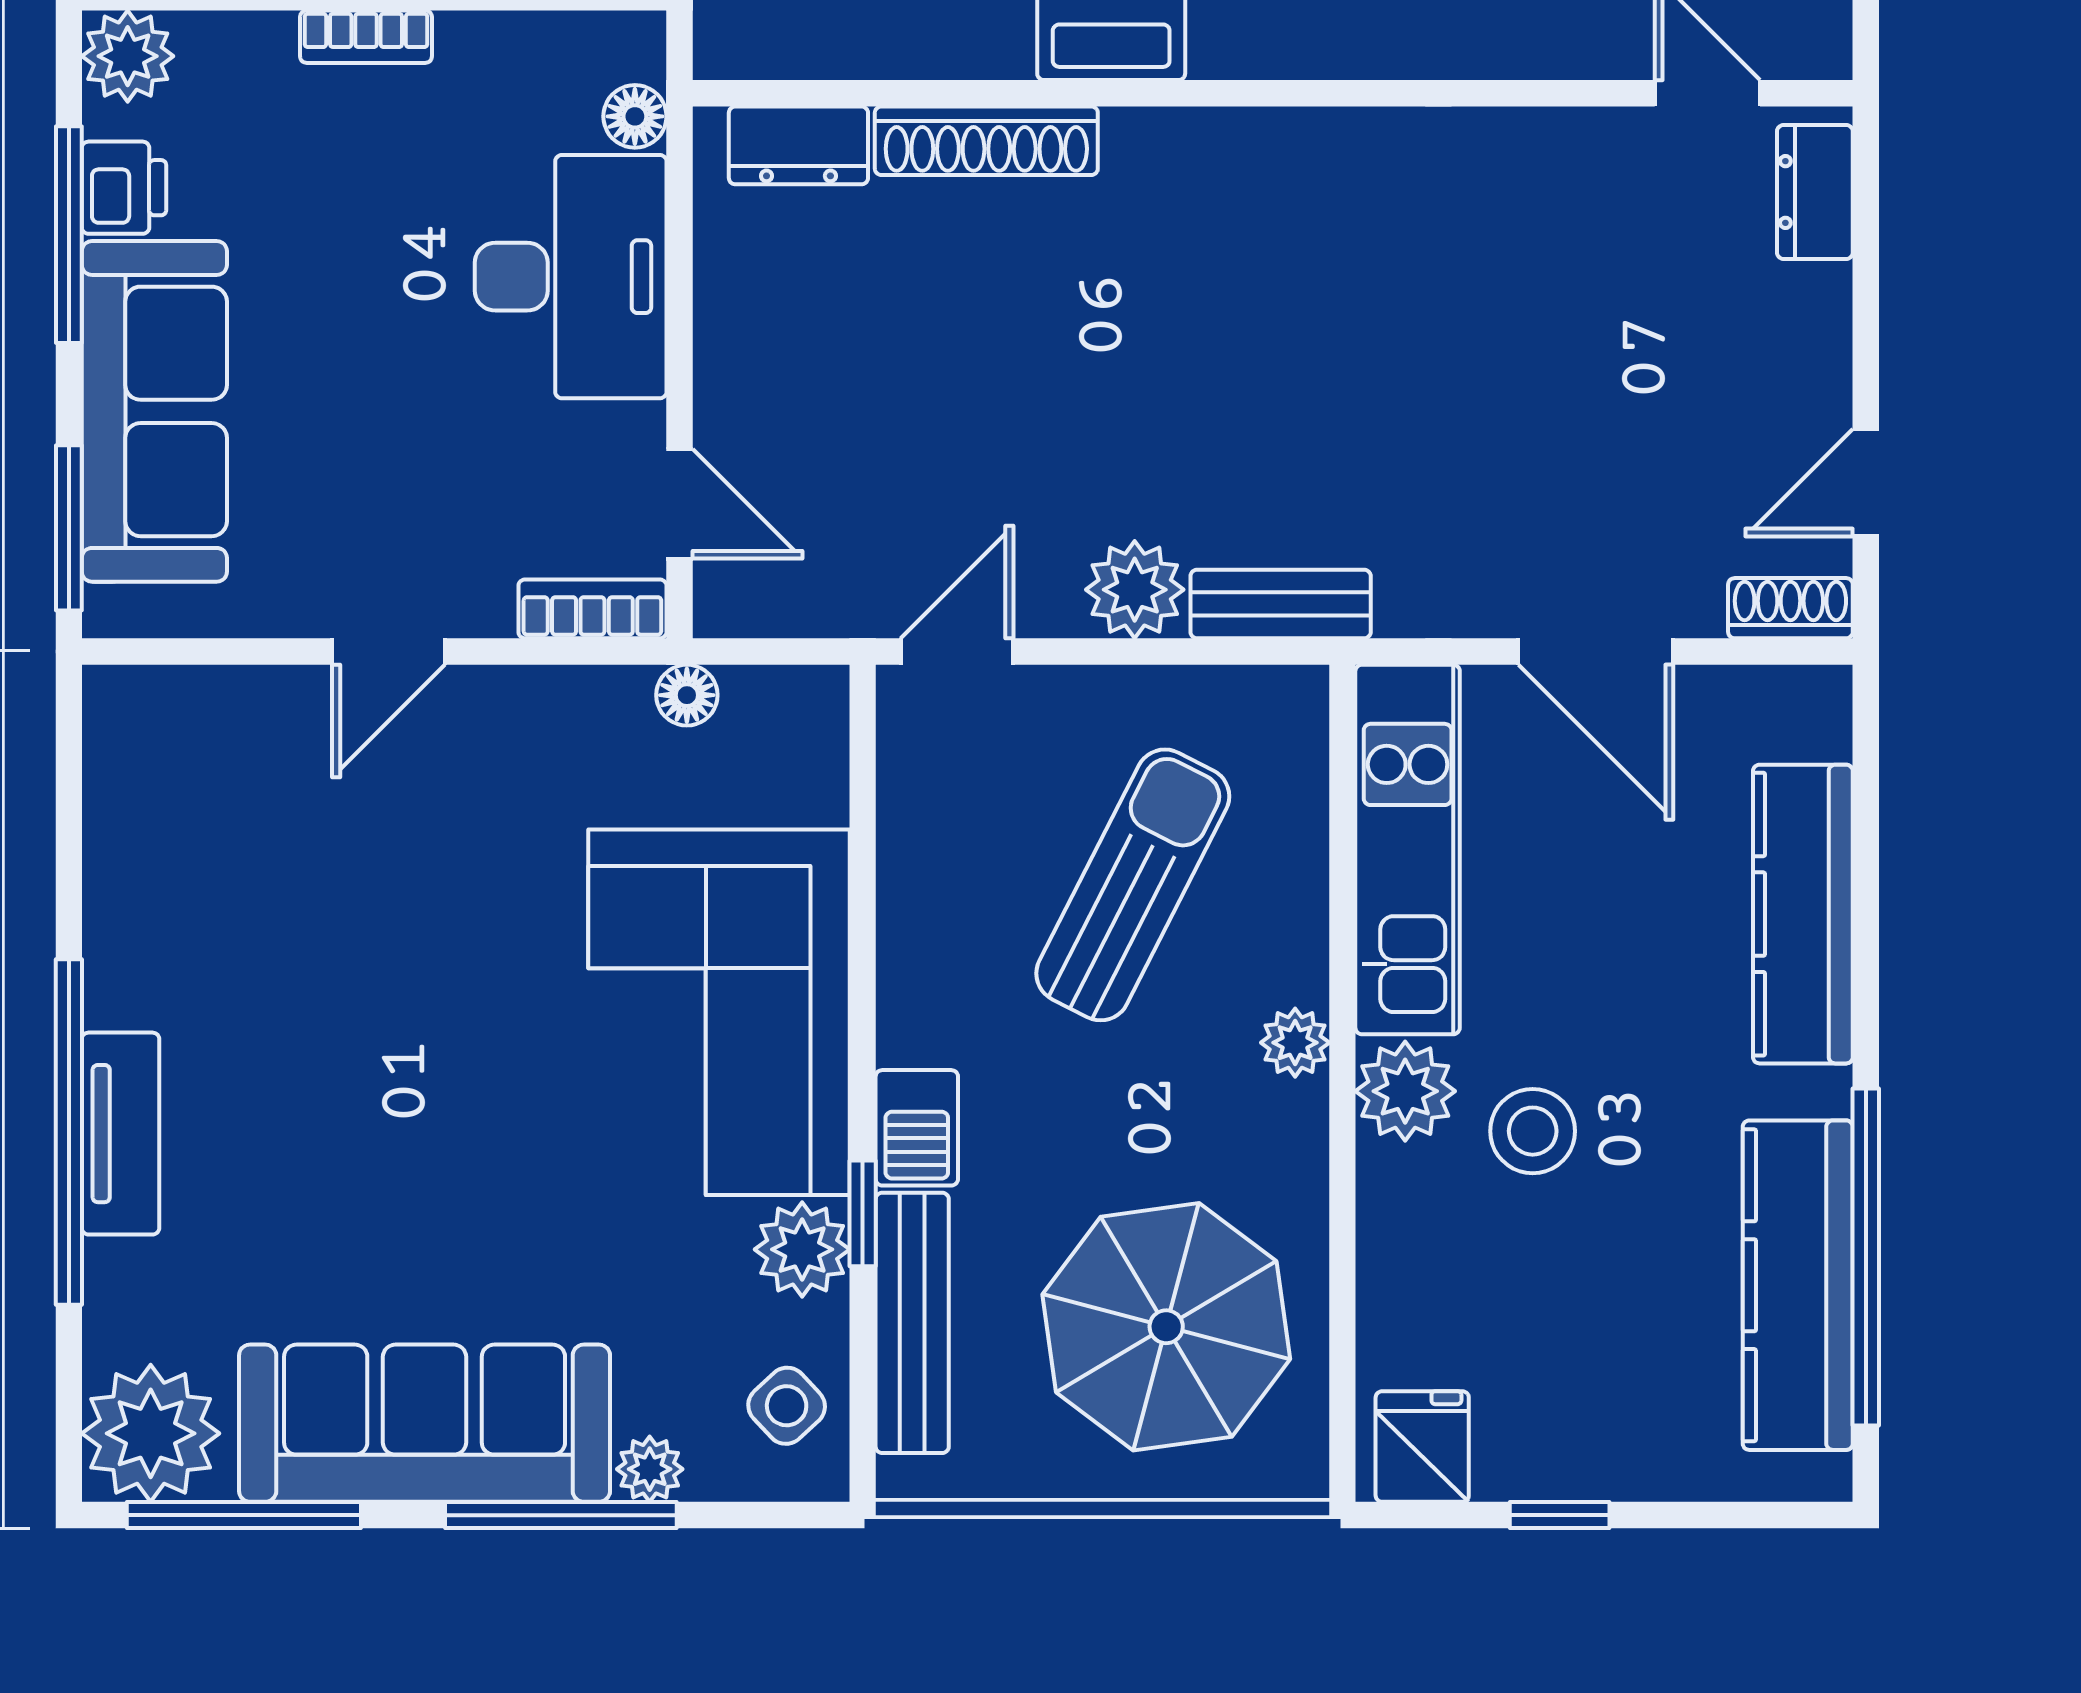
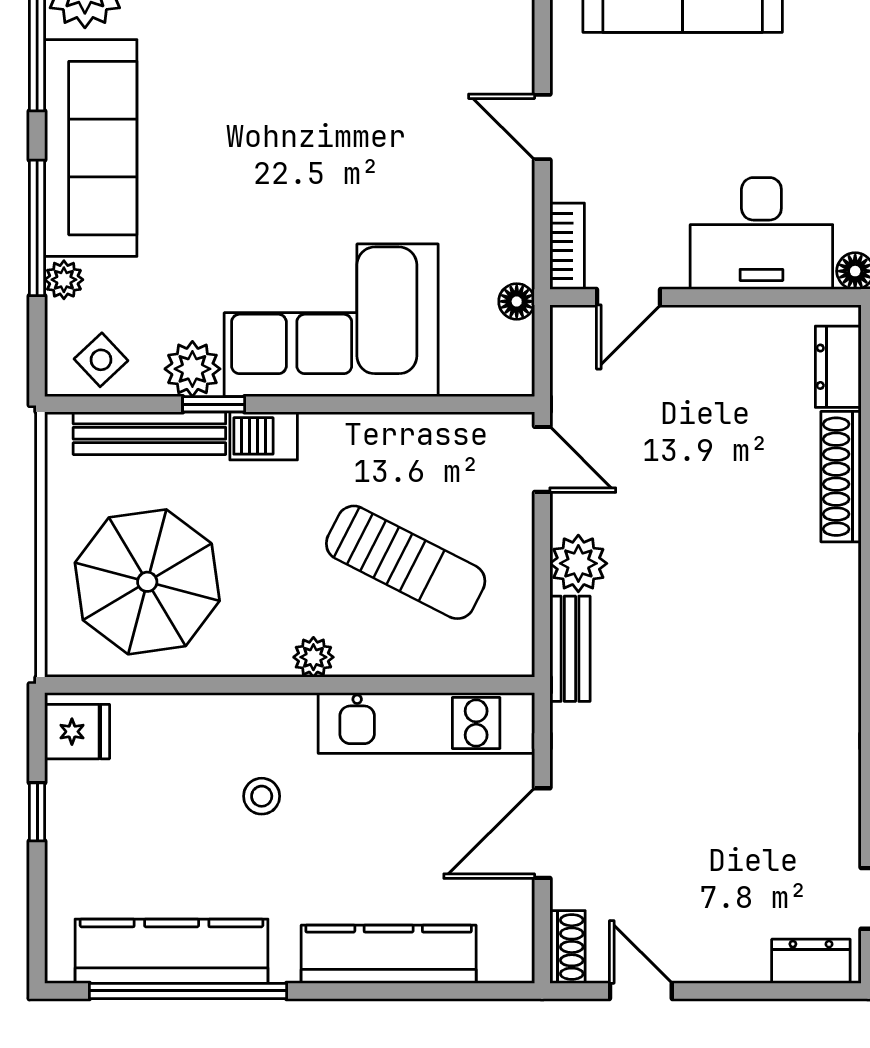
plant: (1405, 1091) -> (285, 722), removed
stool: (1533, 1131) -> (262, 796), width x0.73, depth x0.73

